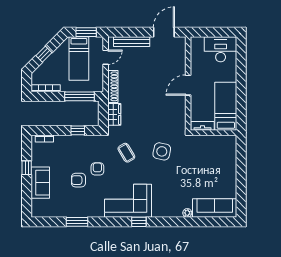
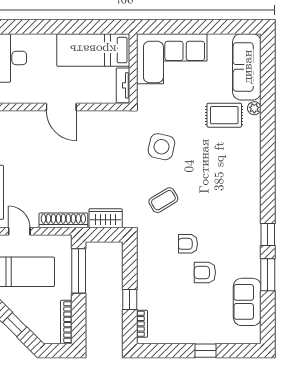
window: (78, 130) -> (130, 299), moved
window: (27, 168) -> (205, 351), moved
armchair: (78, 180) -> (205, 272), turned 90
sofa: (40, 183) -> (247, 302), moved, turned -90
rug: (183, 193) -> (224, 115), added
corner sofa: (128, 201) -> (172, 59), moved, turned -90
window: (139, 222) -> (268, 234), moved

